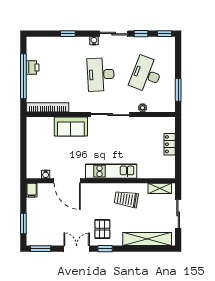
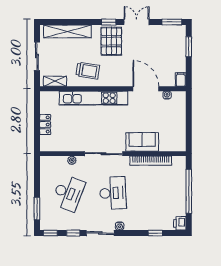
window: (68, 34) -> (155, 233), moved
printer: (33, 67) -> (180, 223), moved
window: (178, 90) -> (37, 209), moved
bookcase: (48, 107) -> (151, 161), moved
kitchen unit: (111, 171) -> (93, 98), width x1.36
pallet: (102, 229) -> (111, 41), width x1.50, depth x1.42
double door: (77, 249) -> (137, 22), swing flipped

